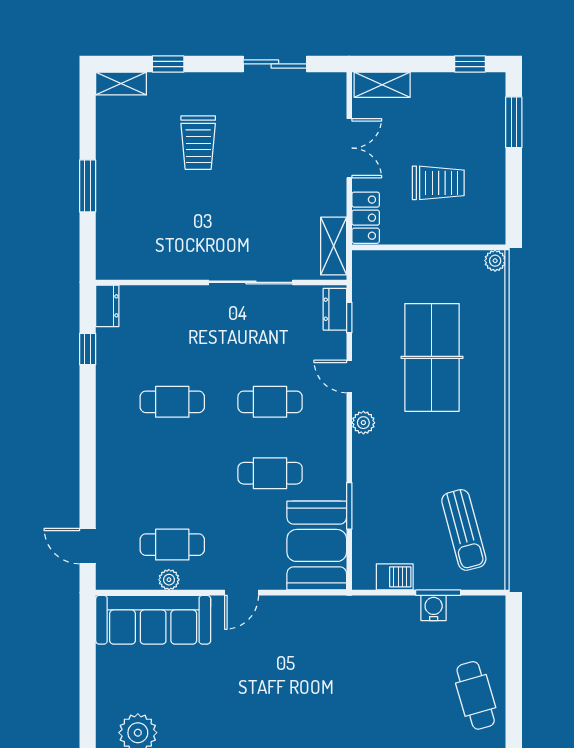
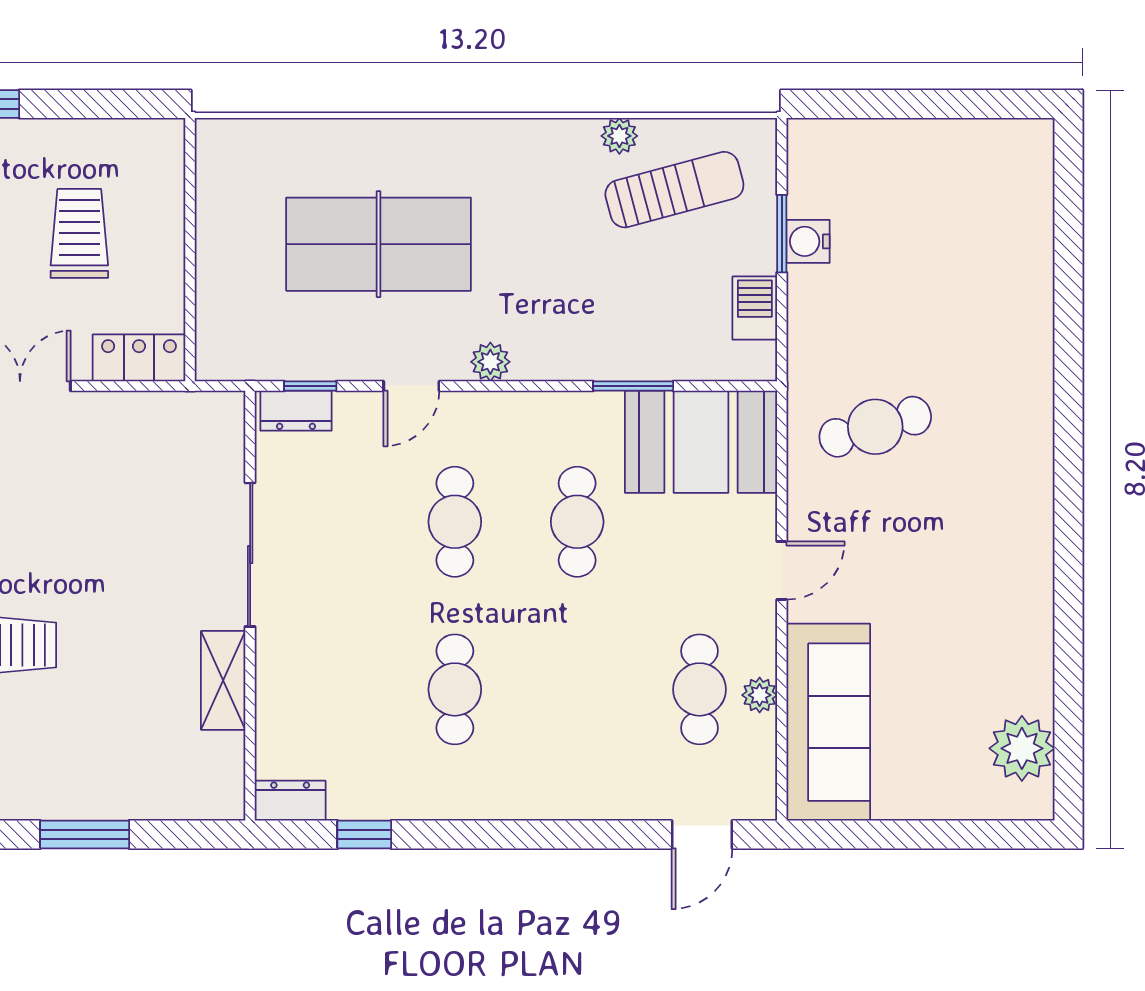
shelving: (334, 246) -> (223, 680), moved, turned 90
plant: (495, 261) -> (619, 136), moved
door: (242, 593) -> (782, 570), hinge flipped
cafe table: (476, 695) -> (875, 427), moved

